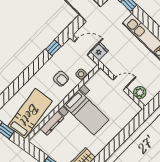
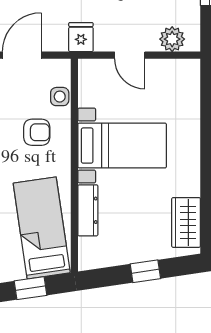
fridge: (99, 51) -> (81, 37), moved
door: (120, 84) -> (130, 55), swing flipped

